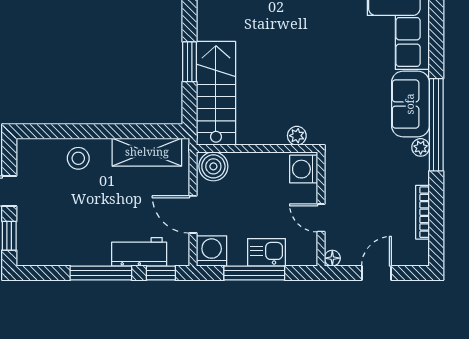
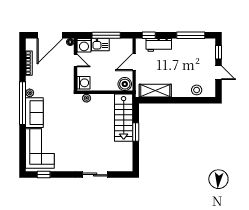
stool: (78, 158) -> (197, 90), moved
door: (193, 214) -> (134, 62), swing flipped
washing machine: (212, 251) -> (84, 45), moved
window: (101, 273) -> (191, 35), moved
door: (376, 273) -> (50, 35), width x1.88

